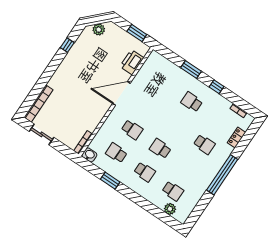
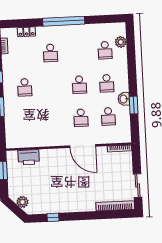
door: (121, 93) -> (83, 146), moved
school desk: (132, 130) -> (81, 118), turned 180
school desk: (204, 144) -> (50, 53), turned 180
washbasin: (89, 155) -> (124, 99), moved
school desk: (145, 172) -> (107, 83), turned 180
school desk: (173, 191) -> (105, 50), turned 180

